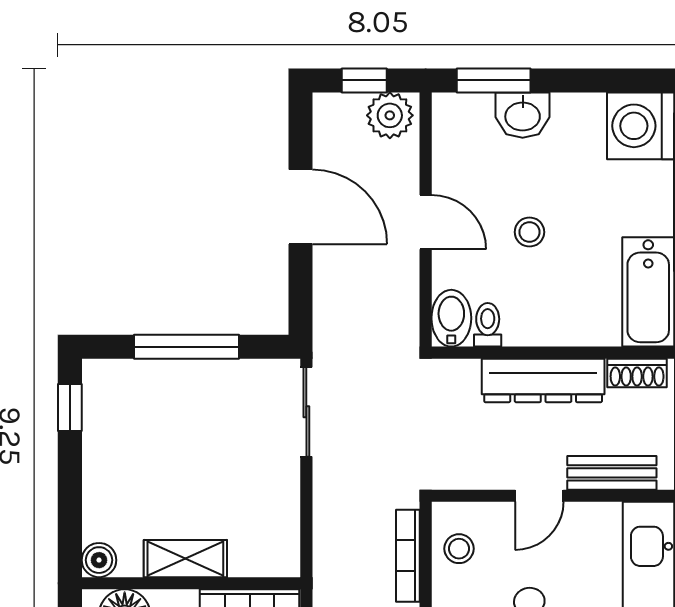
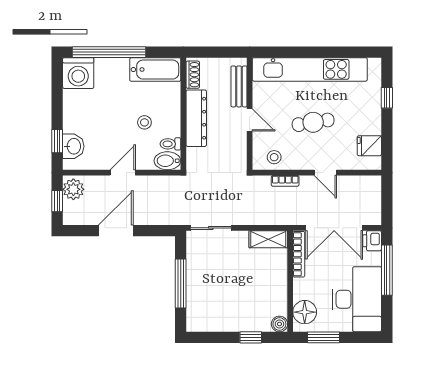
window: (494, 80) -> (57, 141), width x0.67
washbasin: (523, 115) -> (73, 146), moved
stool: (529, 232) -> (144, 122), moved
window: (70, 407) -> (251, 337), moved
bookcase: (408, 556) -> (285, 181), width x0.64
shelving: (185, 559) -> (268, 239), moved, turned 90

